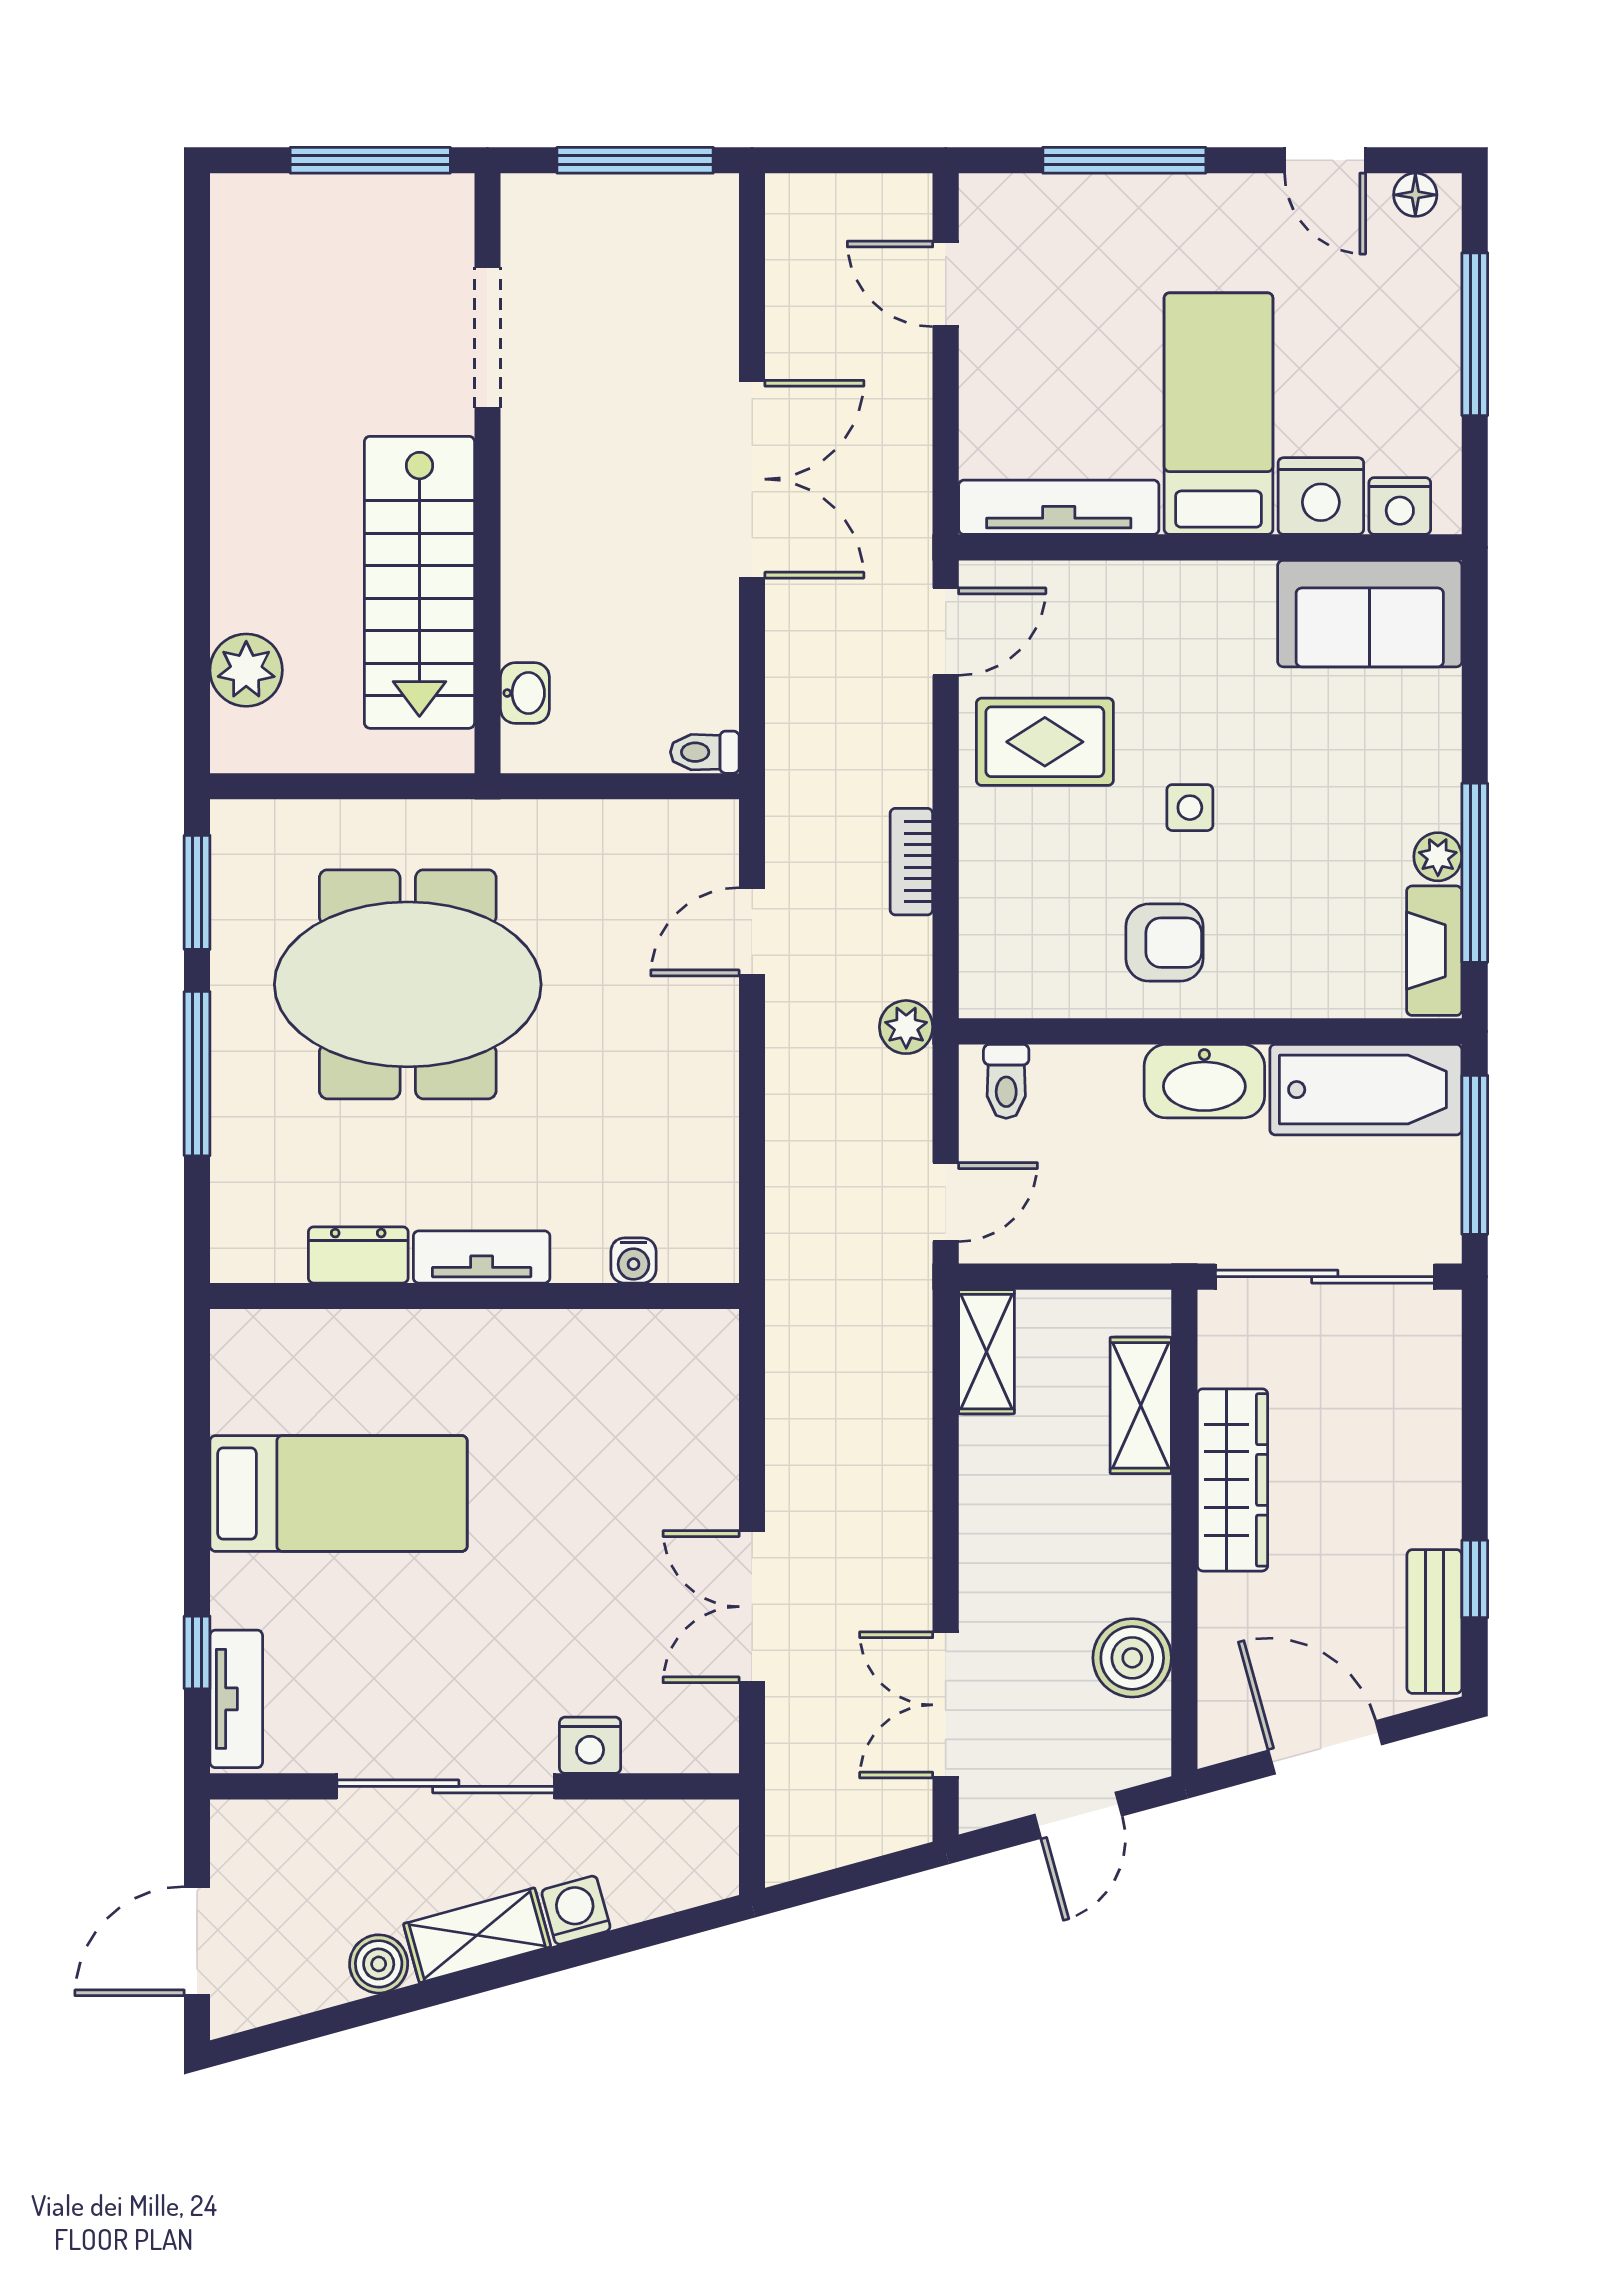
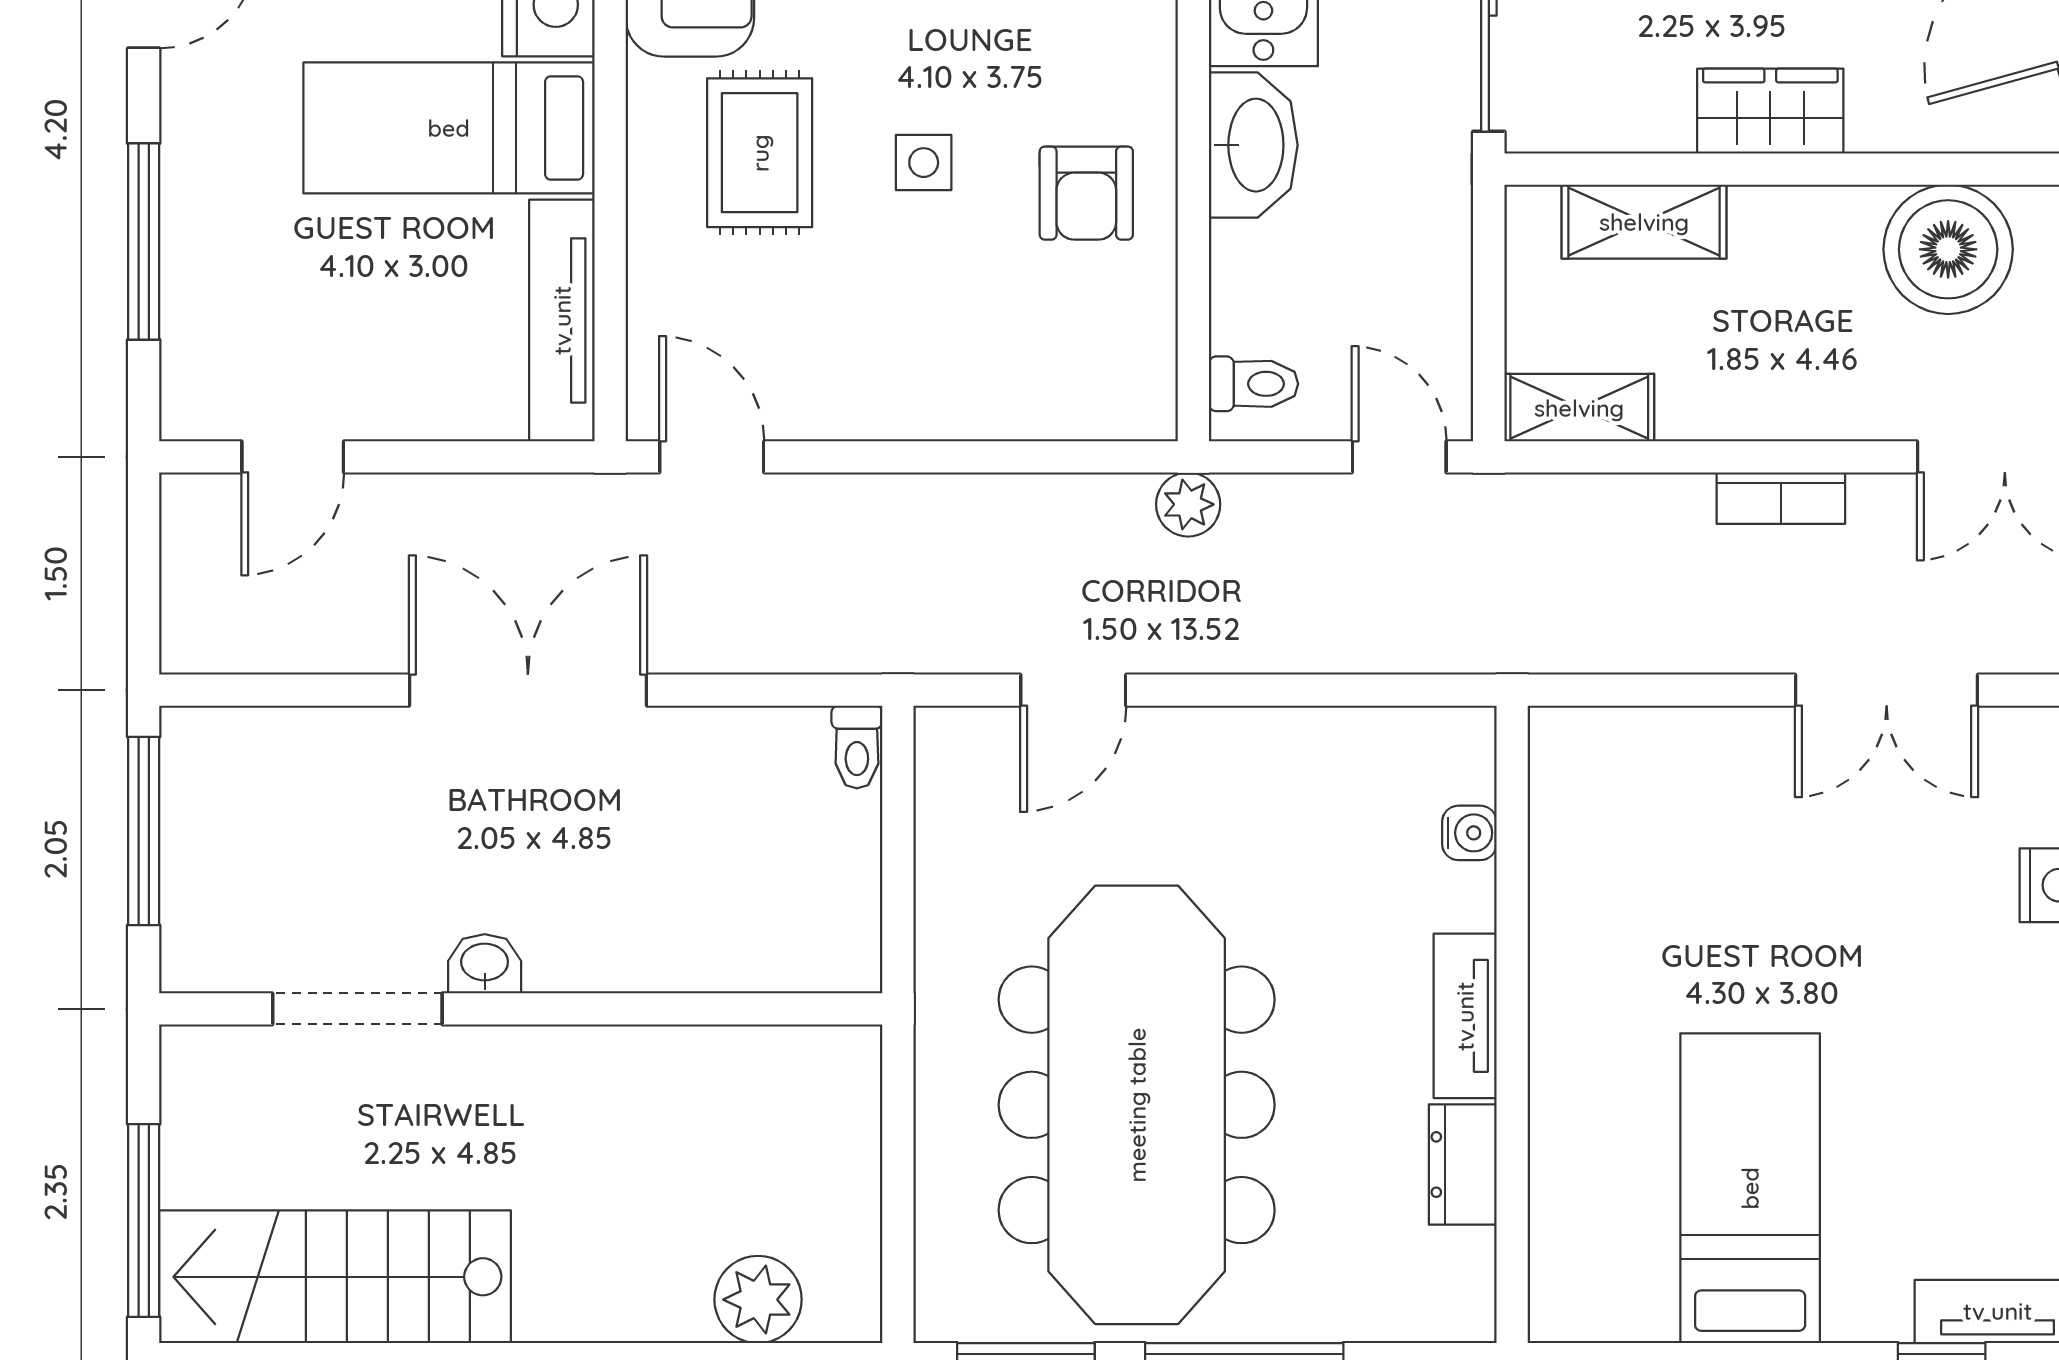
window: (370, 160) -> (144, 1220), moved
stairs: (419, 582) -> (335, 1277), moved, turned 180
washbasin: (525, 693) -> (485, 964), moved
rug: (1045, 742) -> (760, 153), moved
bookcase: (911, 862) -> (1781, 498), moved
door: (752, 932) -> (1073, 690), hinge flipped
armchair: (1164, 943) -> (1086, 193), turned 180
meeting table: (408, 984) -> (1137, 1105), width x1.36
wardrobe: (1233, 1480) -> (1770, 111), width x0.67
boiler: (1132, 1658) -> (1948, 249), width x1.37, depth x1.37

